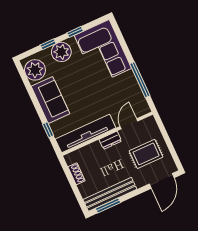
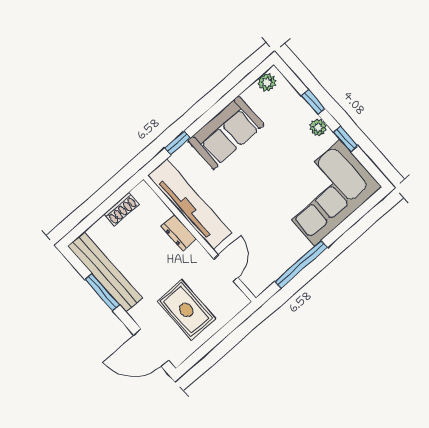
plant: (61, 52) -> (318, 127), width x0.53, depth x0.53
plant: (35, 70) -> (267, 82), width x0.53, depth x0.53
door: (129, 124) -> (226, 268), hinge flipped
dresser: (110, 140) -> (178, 233), moved
window: (108, 205) -> (102, 292), moved

